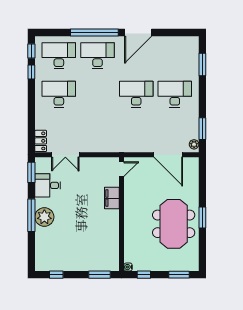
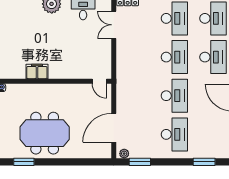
desk: (98, 94) -> (174, 57), added
filing cabinet: (112, 198) -> (37, 71), moved
window: (202, 217) -> (24, 162), moved

